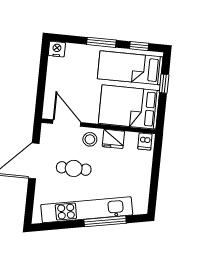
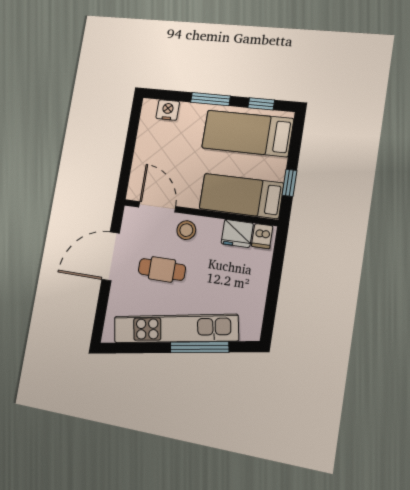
nightstand: (57, 49) -> (168, 110), moved
window: (164, 84) -> (290, 183), moved
bed: (129, 107) -> (241, 196), width x0.67
fridge: (113, 139) -> (237, 233), moved

